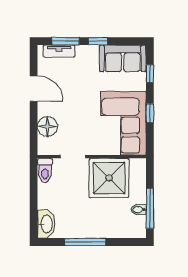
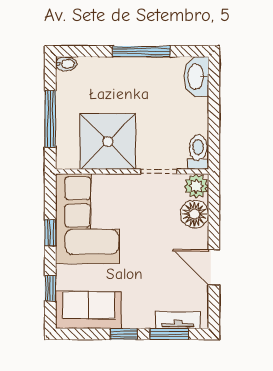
plant: (46, 146) -> (196, 186), added
window: (150, 208) -> (50, 119), moved
bidet: (139, 210) -> (66, 64), moved

